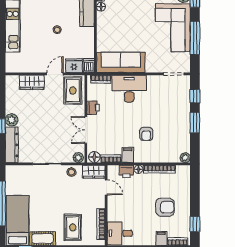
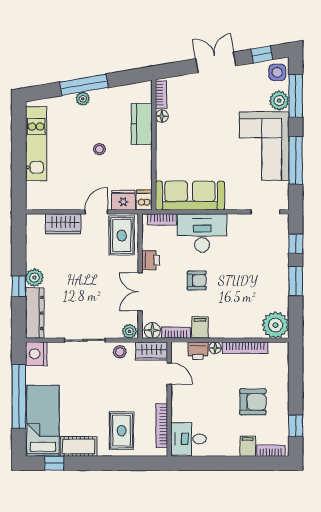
armchair: (146, 134) -> (197, 280), moved, turned -90
plant: (185, 158) -> (275, 325), width x1.88, depth x1.88
nightstand: (13, 173) -> (36, 354), added

